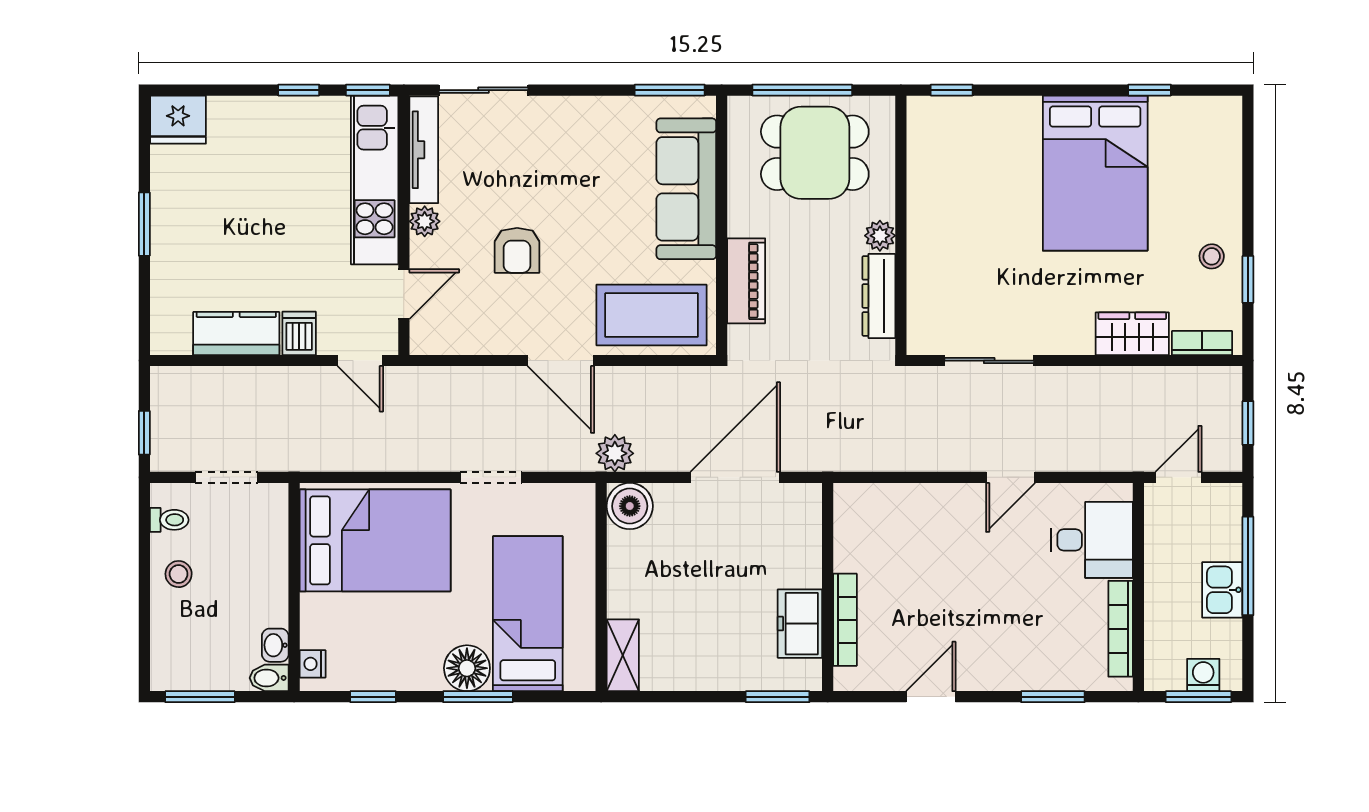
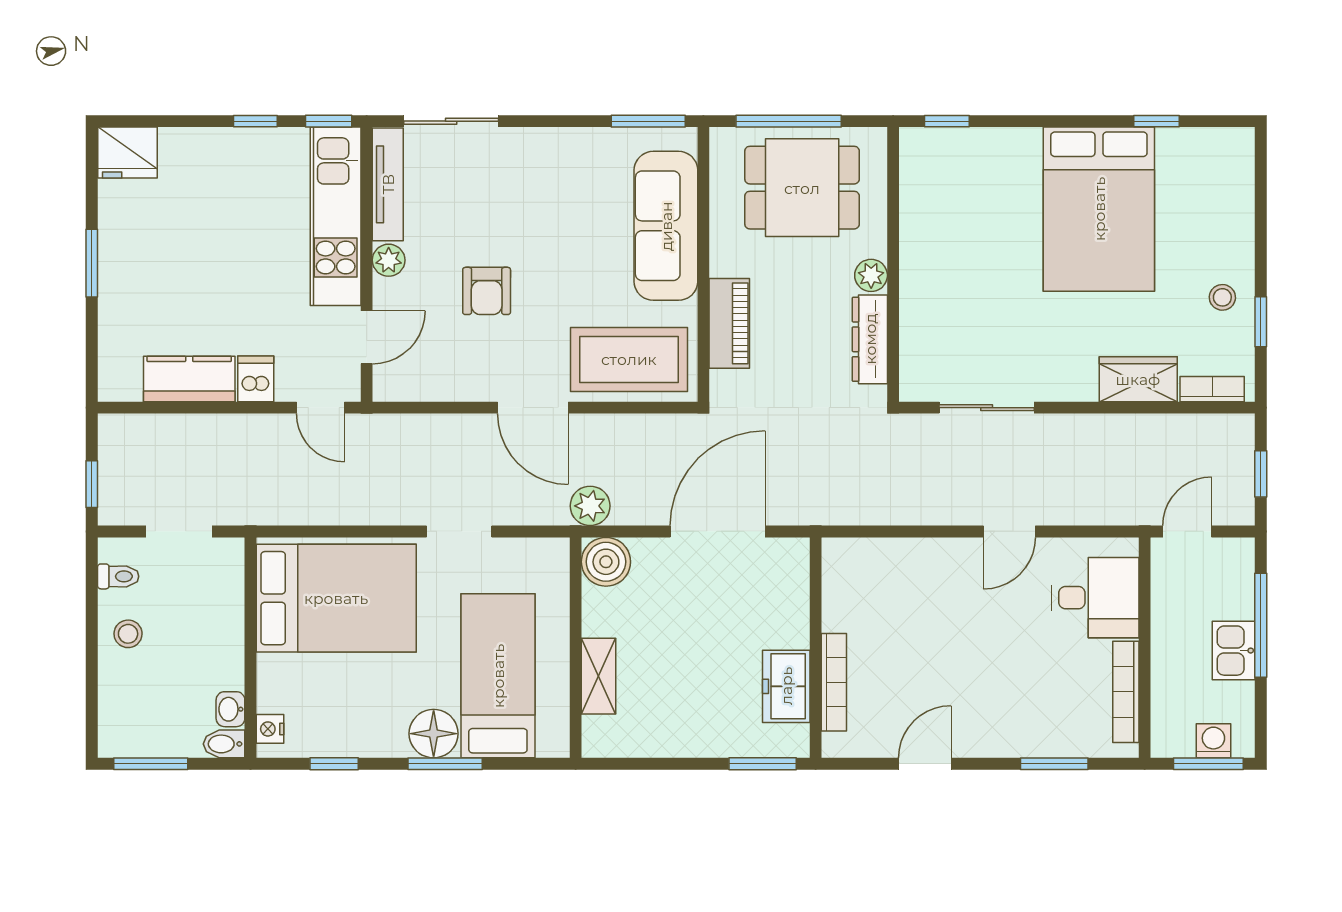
shelving: (623, 655) -> (599, 676), moved

